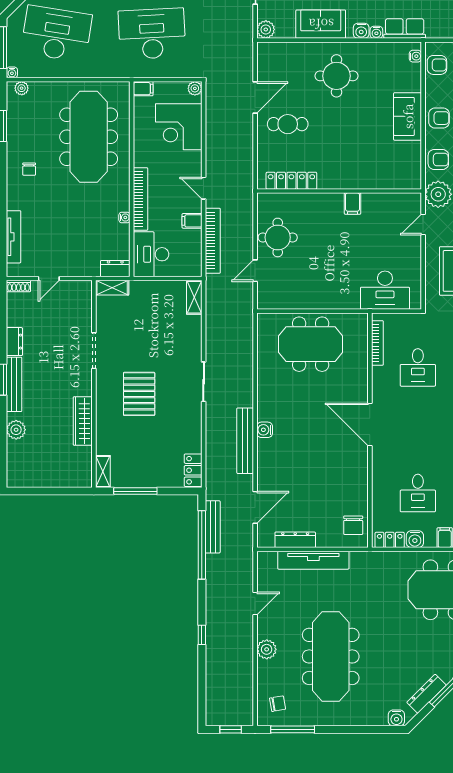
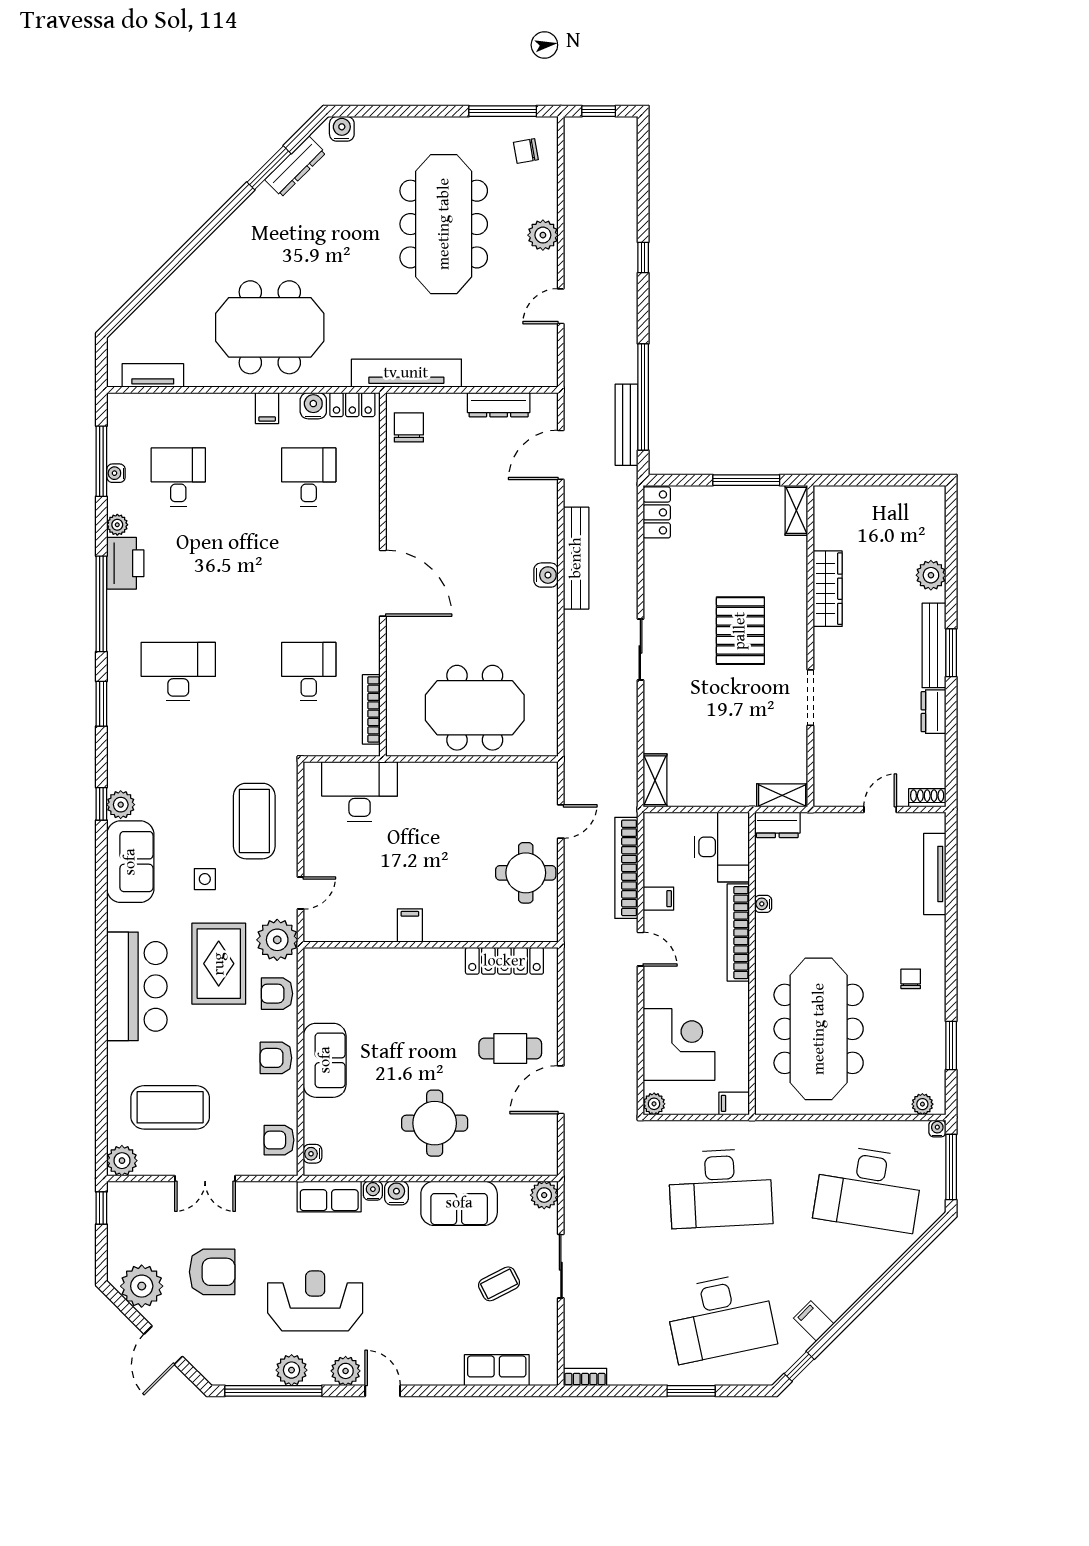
tv unit: (313, 560) -> (406, 373), moved

